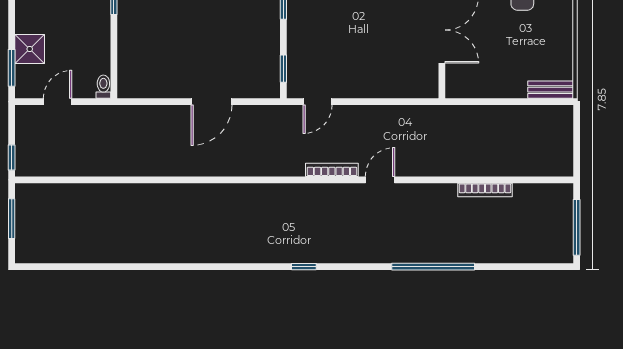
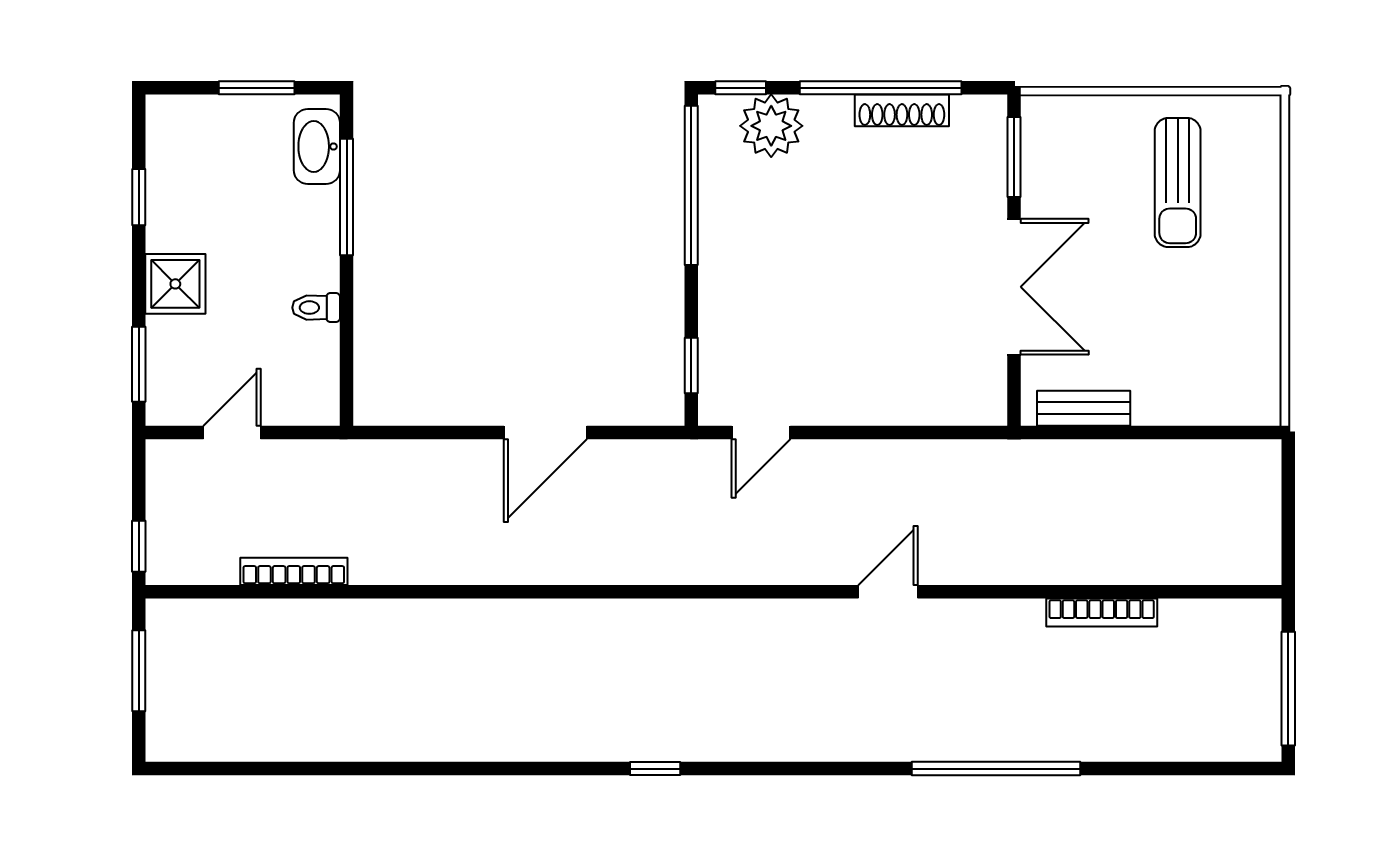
shower: (30, 49) -> (175, 284), moved
toilet: (103, 87) -> (316, 308), moved, turned -90
bench: (551, 90) -> (1084, 408), moved
bookcase: (332, 170) -> (294, 571), moved
window: (304, 267) -> (655, 769), moved

